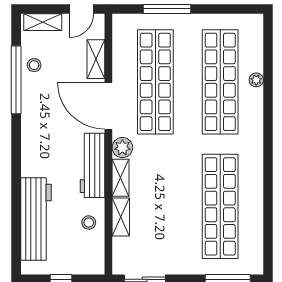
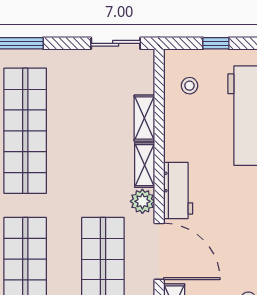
workbench: (93, 165) -> (178, 190), width x0.73
stool: (89, 223) -> (189, 86), moved

